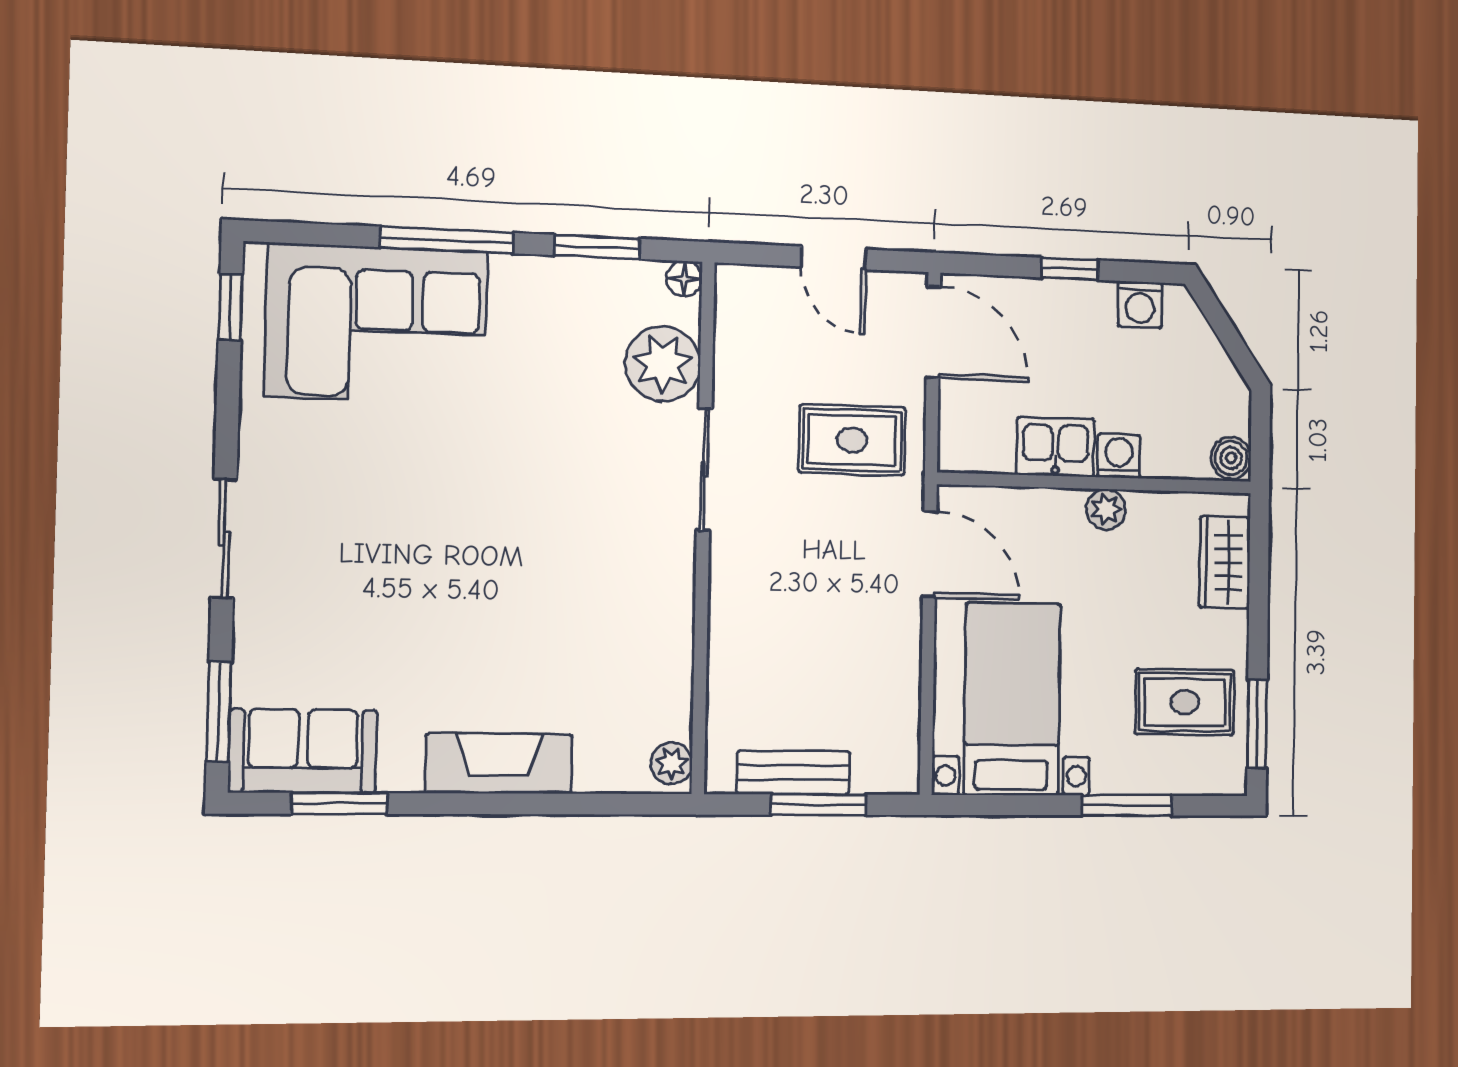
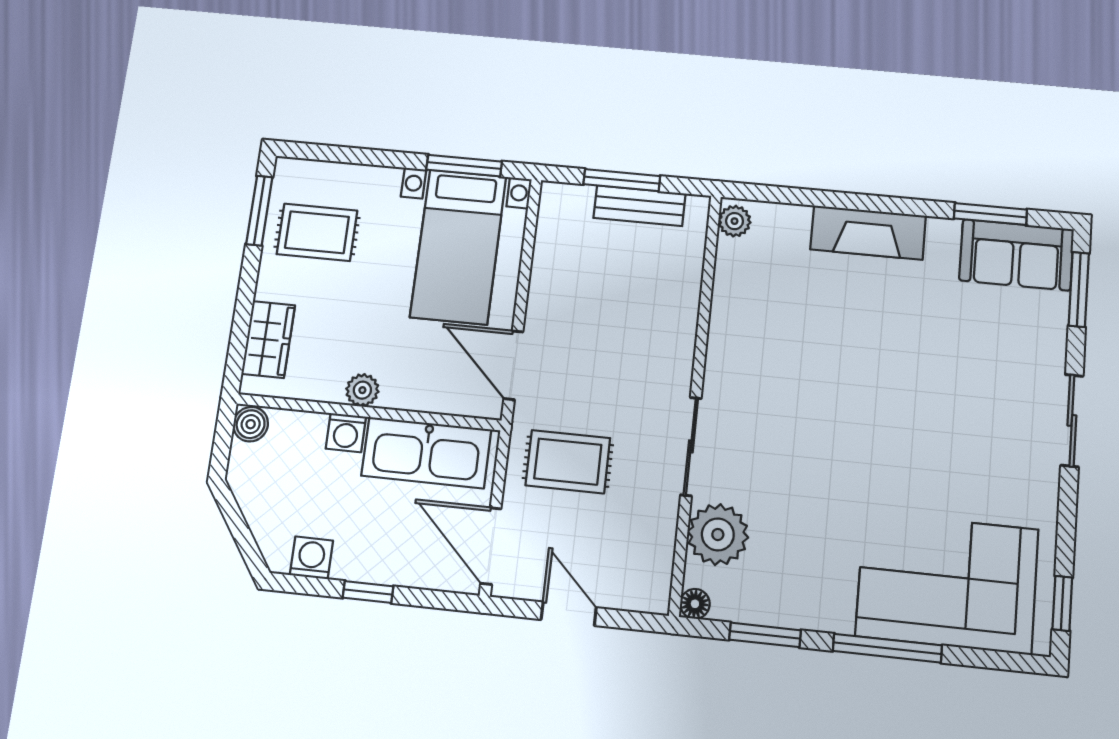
kitchen sink: (1056, 447) -> (426, 453), width x1.88, depth x1.24
window: (1127, 805) -> (464, 166), moved

